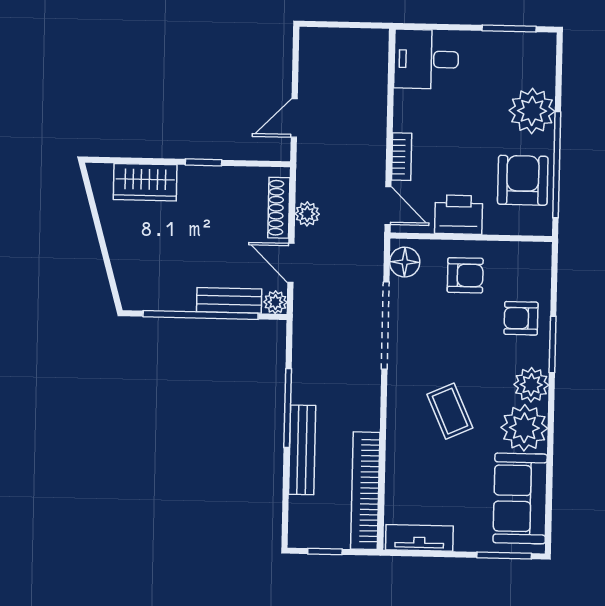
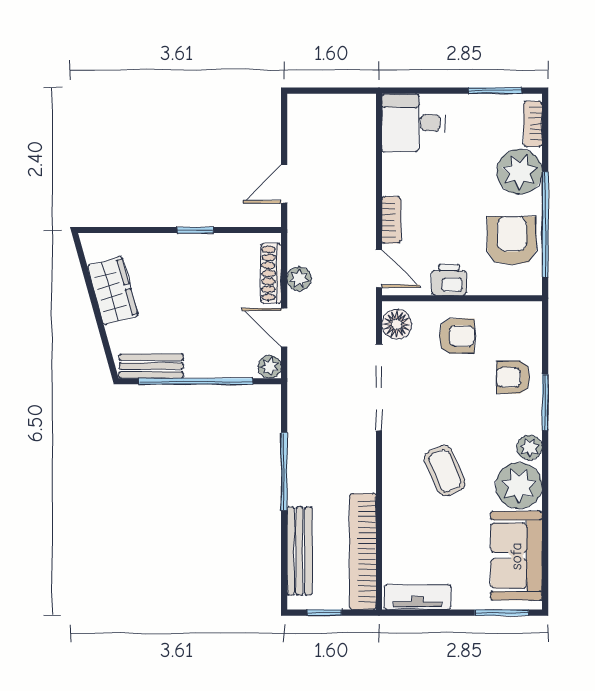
bookcase: (547, 63) -> (533, 124), added
wardrobe: (145, 182) -> (113, 291), moved, turned -106
printer: (459, 215) -> (449, 280), width x0.73, depth x0.81
bench: (229, 300) -> (151, 366), moved
plant: (531, 385) -> (530, 448), width x0.73, depth x0.73
bench: (302, 450) -> (299, 551), moved

